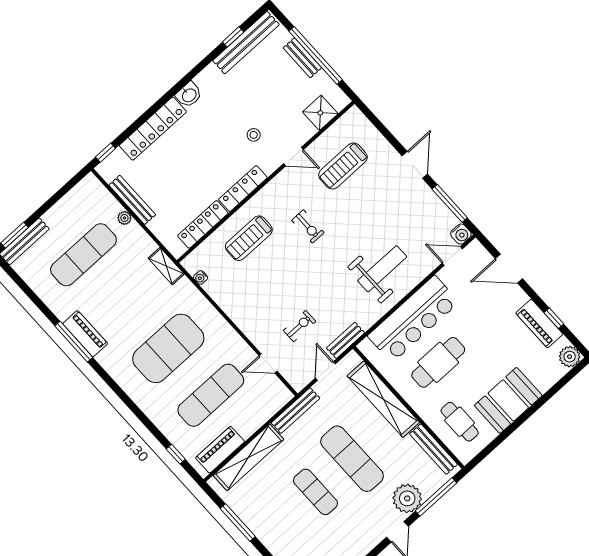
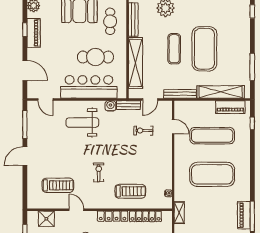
water cooler: (461, 234) -> (110, 106), moved
exercise mat: (352, 459) -> (174, 49), width x0.73, depth x0.69
exercise mat: (315, 492) -> (204, 49), width x2.00, depth x1.45

